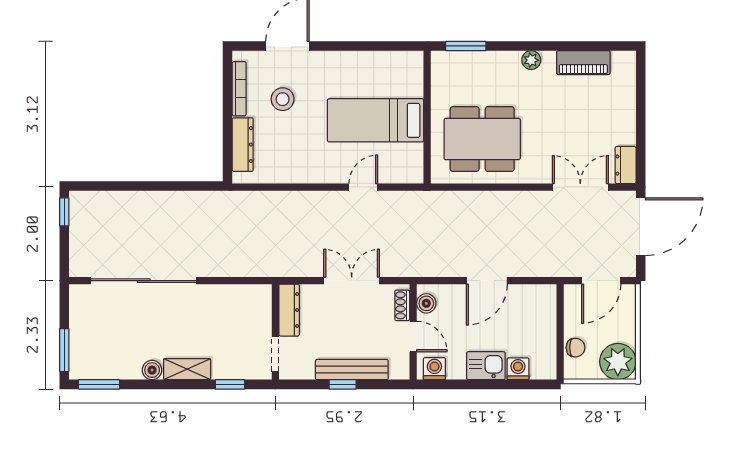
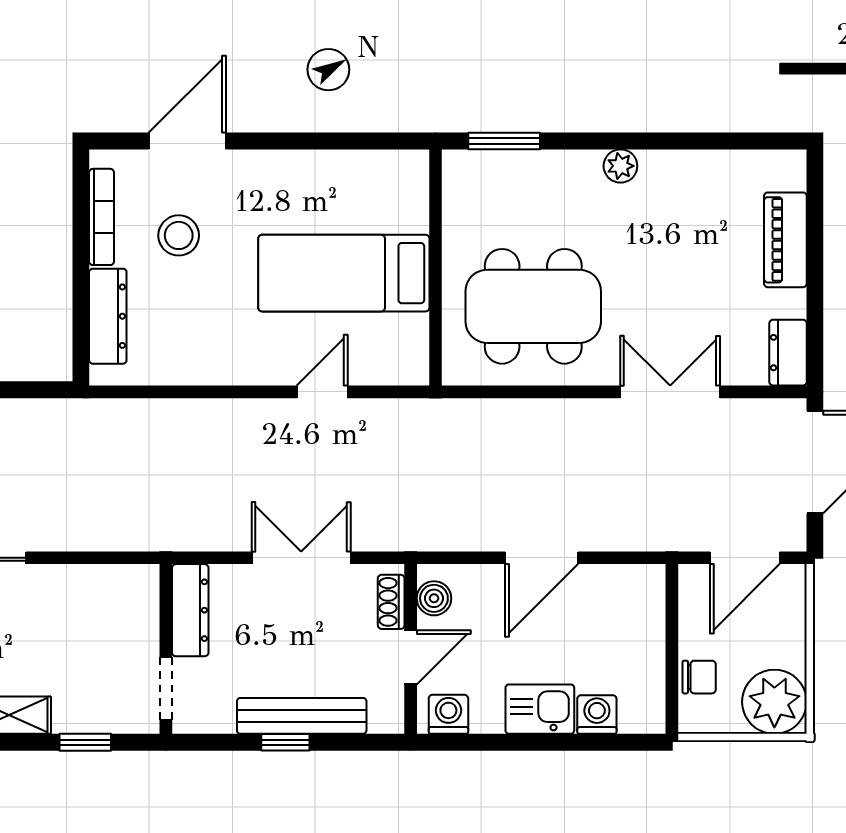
piano: (583, 63) -> (785, 240), moved, turned 90
double door: (580, 187) -> (670, 392), moved
door: (413, 337) -> (411, 657), hinge flipped

